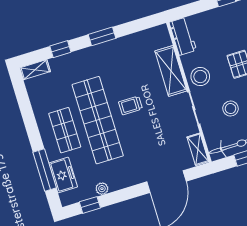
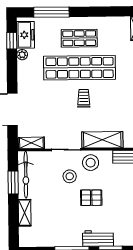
stool: (231, 109) -> (70, 176), moved
freezer: (63, 175) -> (26, 35), moved, turned -90

